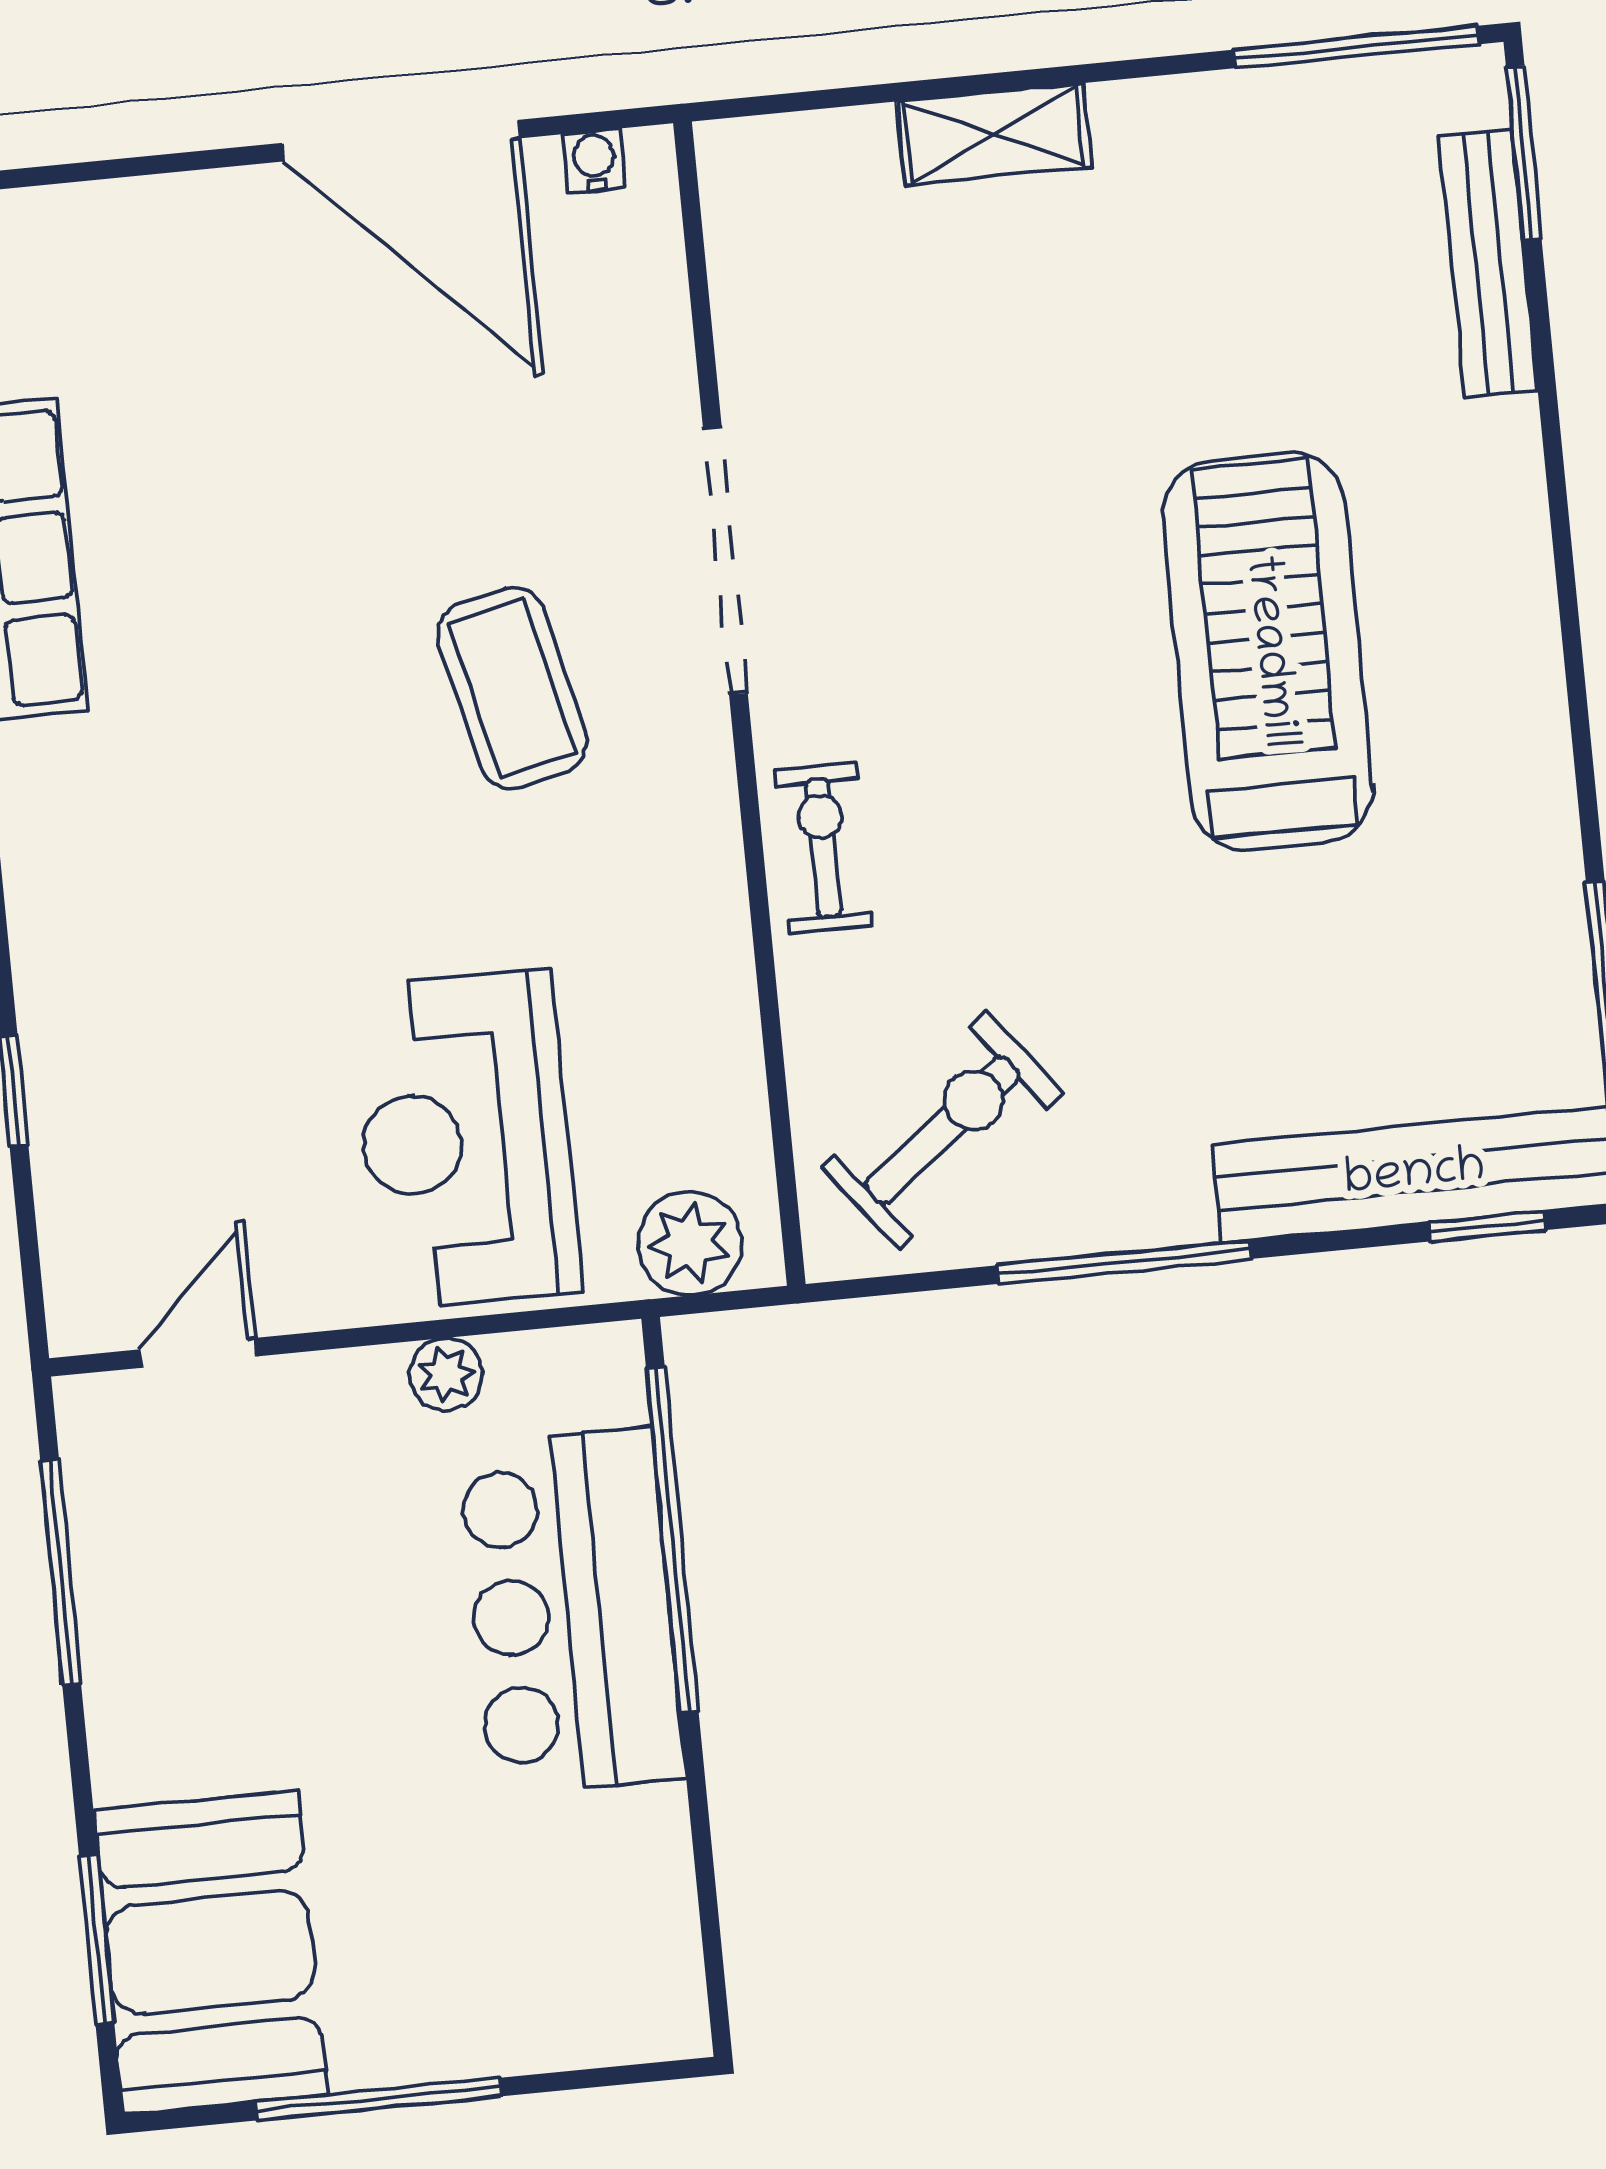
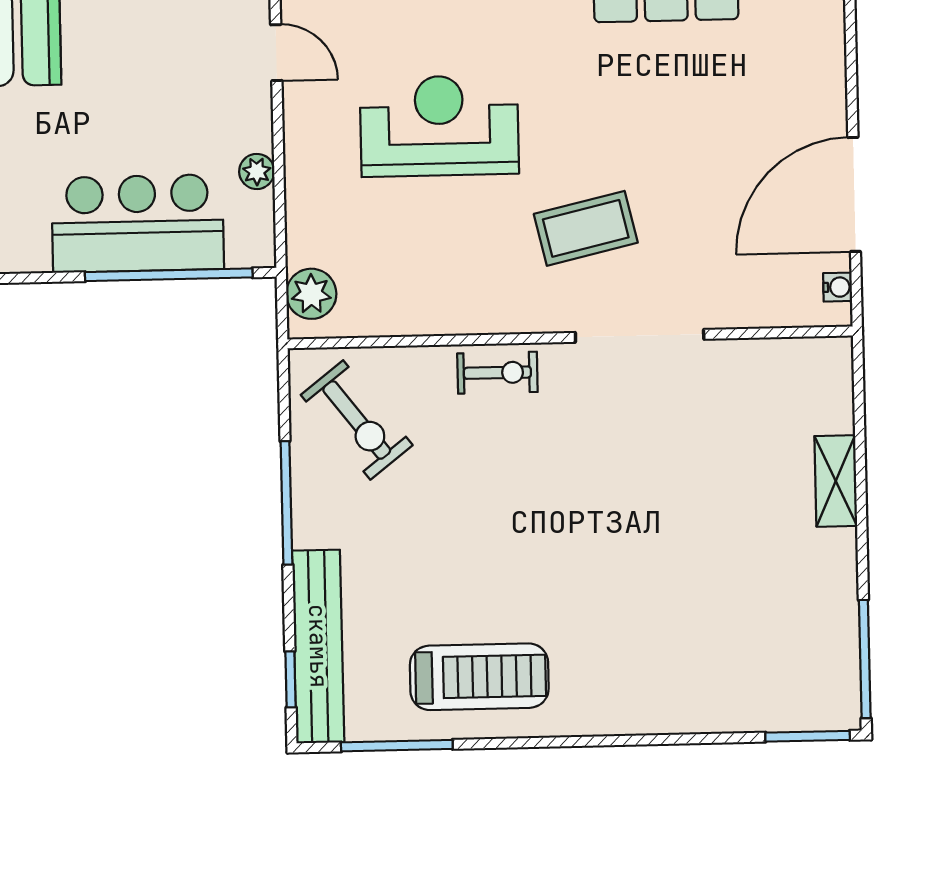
bench: (1488, 263) -> (756, 715), removed
treadmill: (1268, 652) -> (479, 677), moved, width x0.73, depth x0.73
reception desk: (465, 1140) -> (439, 126), moved

